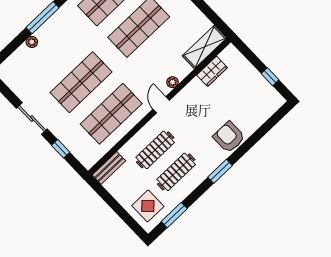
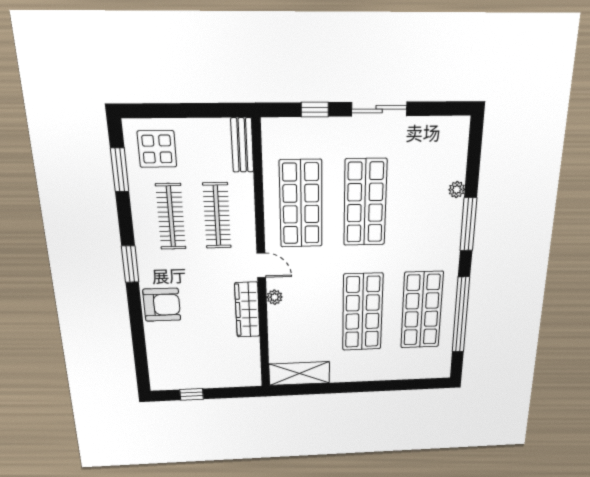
shelving: (205, 47) -> (299, 374), moved, turned 90
wardrobe: (212, 71) -> (247, 310), moved, width x1.50

